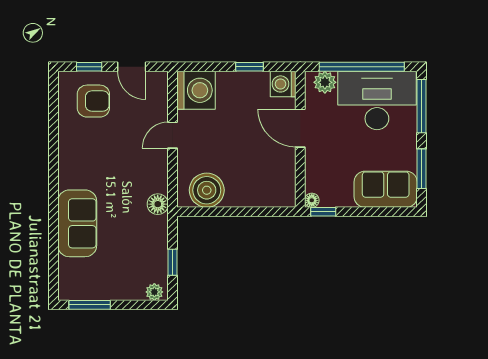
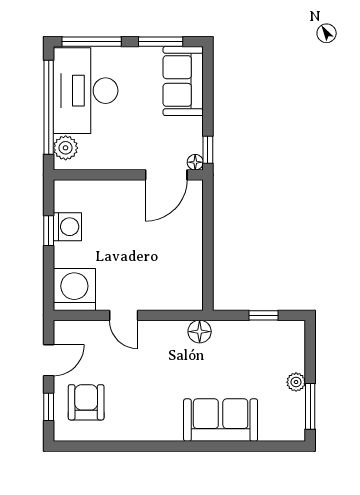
washing machine: (283, 84) -> (67, 227), moved, turned -90
door: (300, 128) -> (166, 175), moved
boiler: (207, 190) -> (184, 278), removed
plant: (154, 292) -> (296, 382), moved

